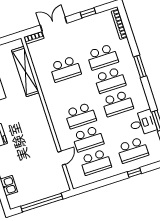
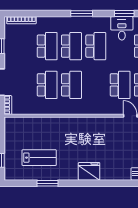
window: (140, 66) -> (82, 14), moved
shelving: (25, 71) -> (37, 123), removed
school desk: (80, 116) -> (71, 85), moved

